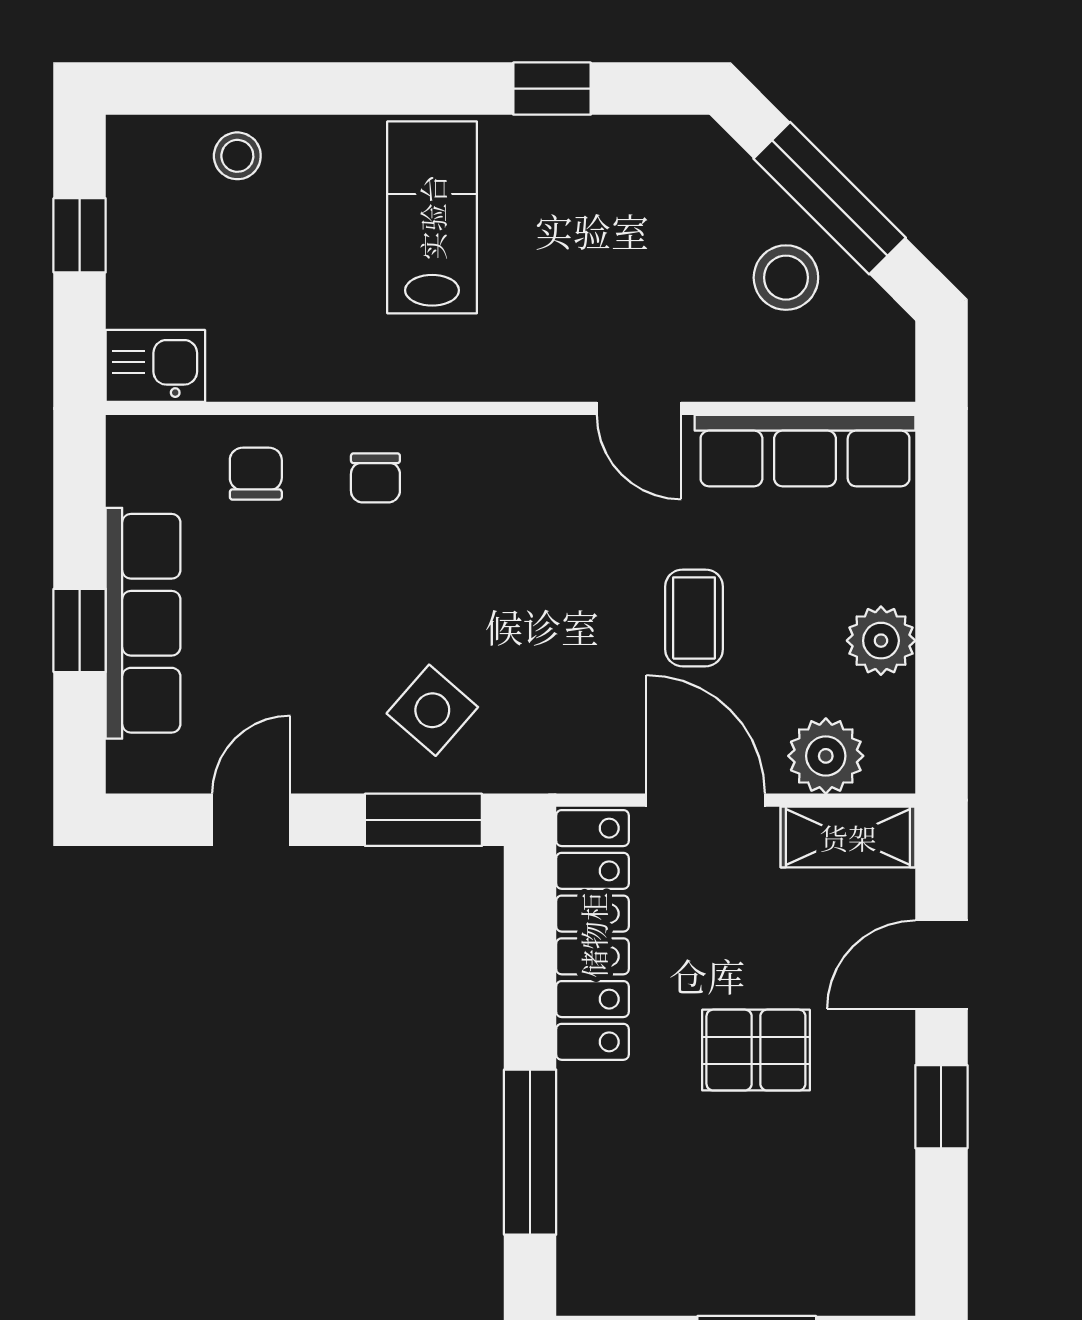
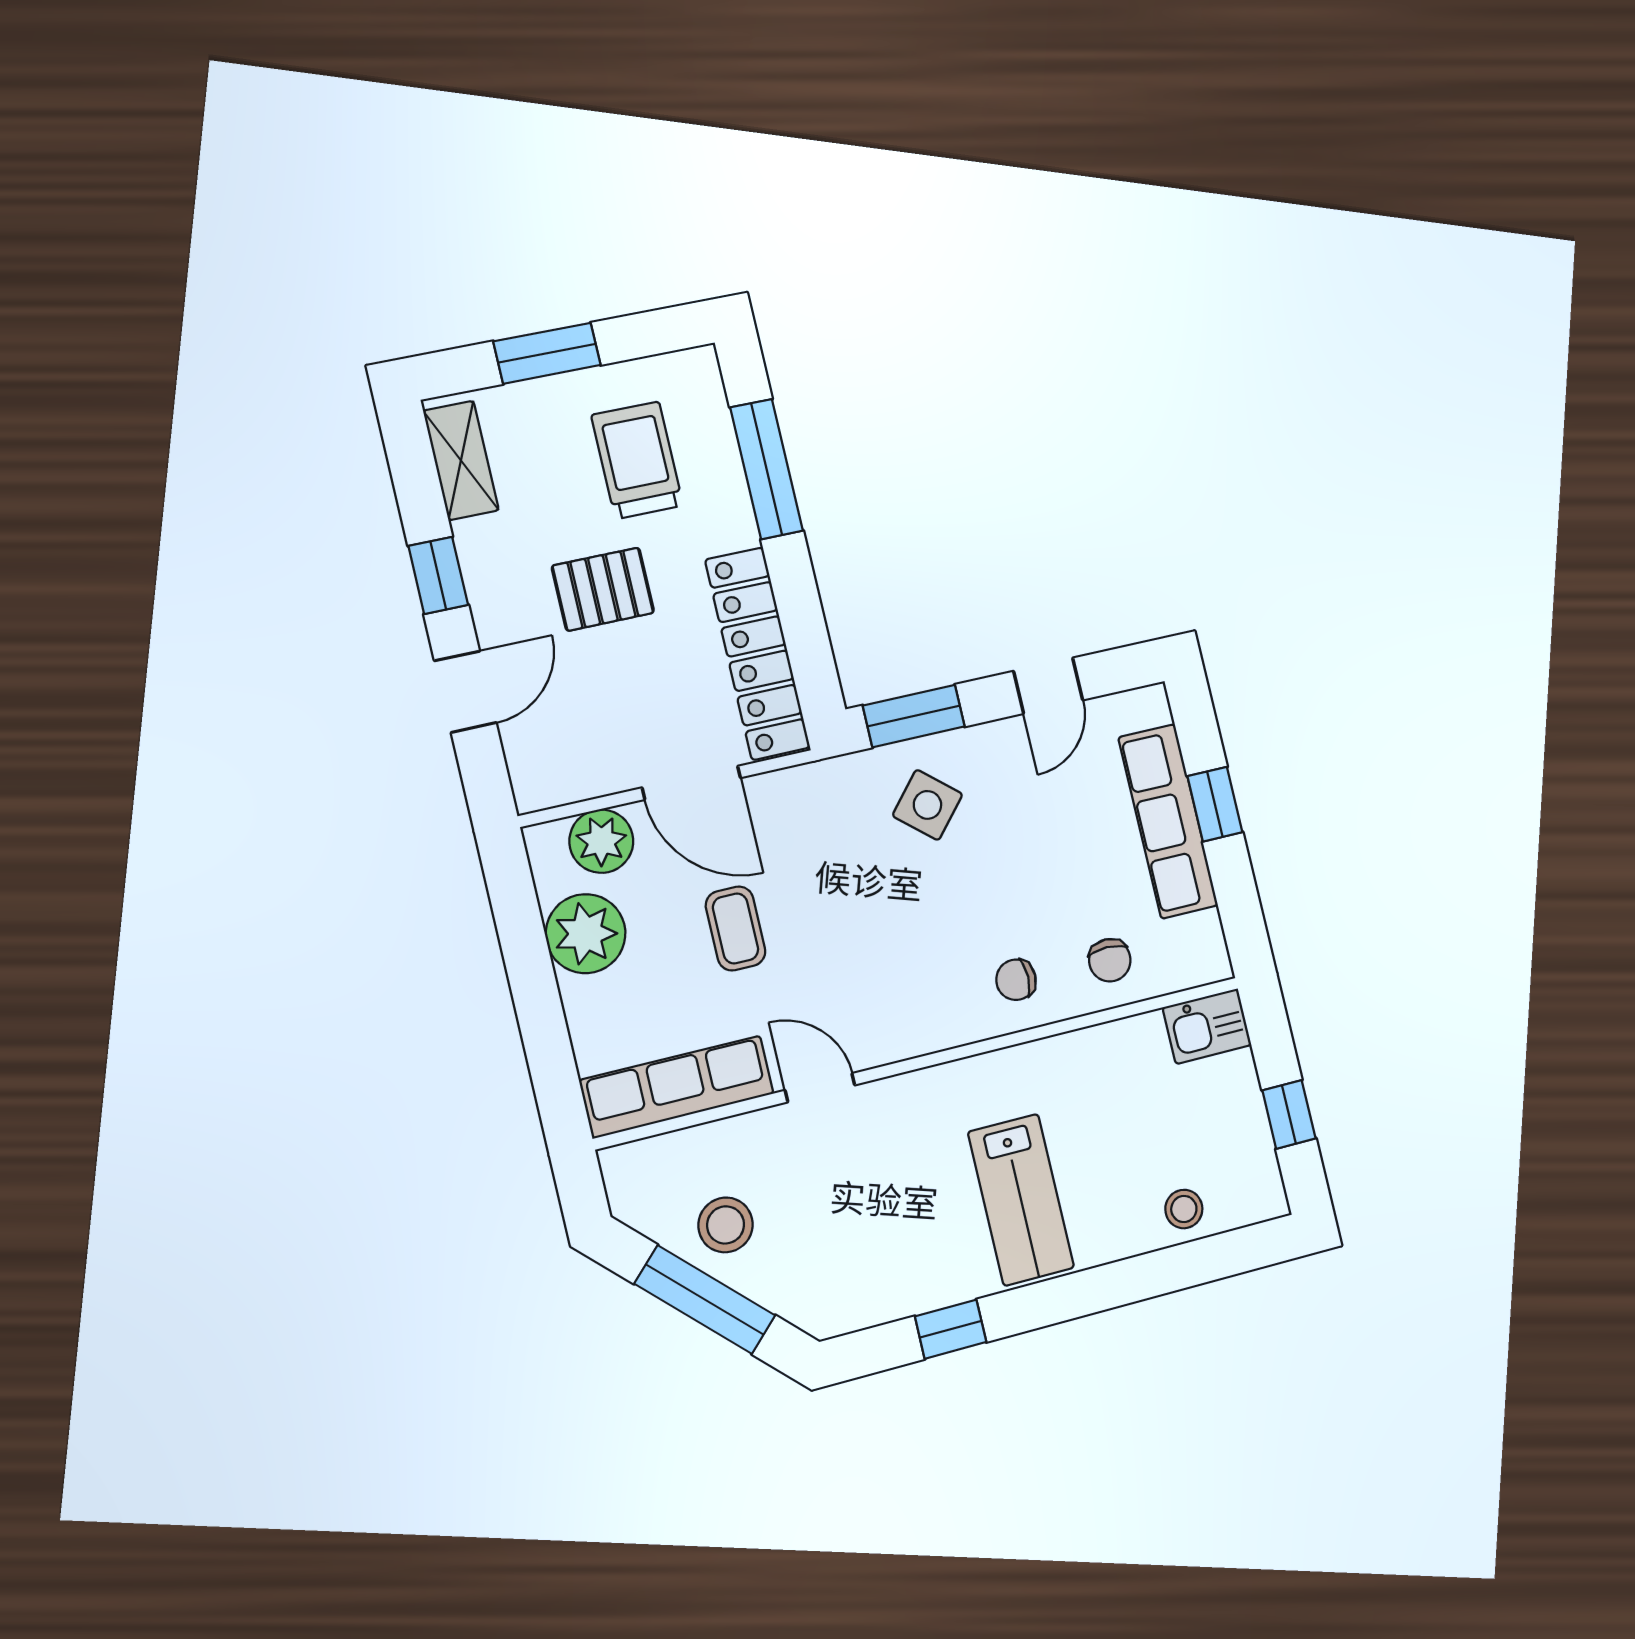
chair: (375, 478) -> (1016, 980), turned -90
plant: (881, 641) -> (586, 934), width x1.36, depth x1.36
shelving: (848, 837) -> (461, 460), moved, turned 90
trolley: (681, 1194) -> (637, 460), added

